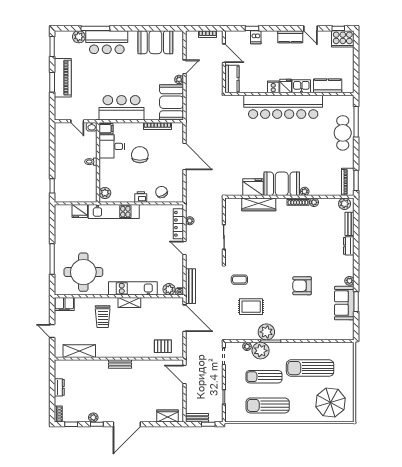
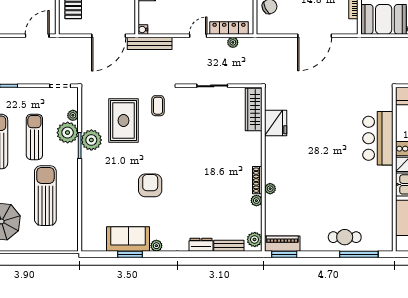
bar counter: (283, 107) -> (378, 138), width x0.54
cafe table: (343, 133) -> (345, 237), width x0.73, depth x0.74
booth: (282, 184) -> (280, 160), removed
wardrobe: (259, 204) -> (254, 110), moved
plant: (169, 289) -> (146, 16), removed
rug: (251, 307) -> (123, 121), width x1.36, depth x1.43

